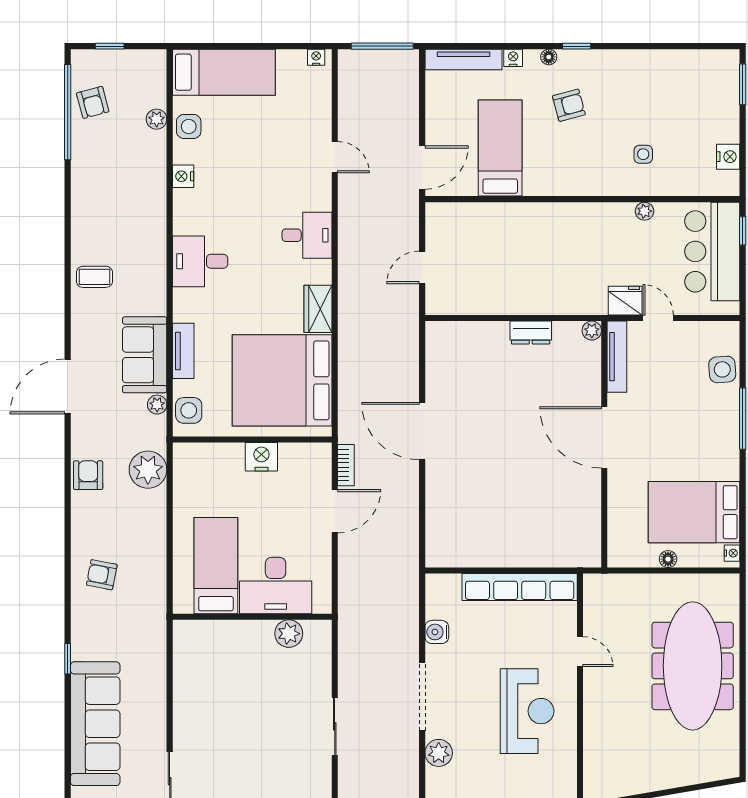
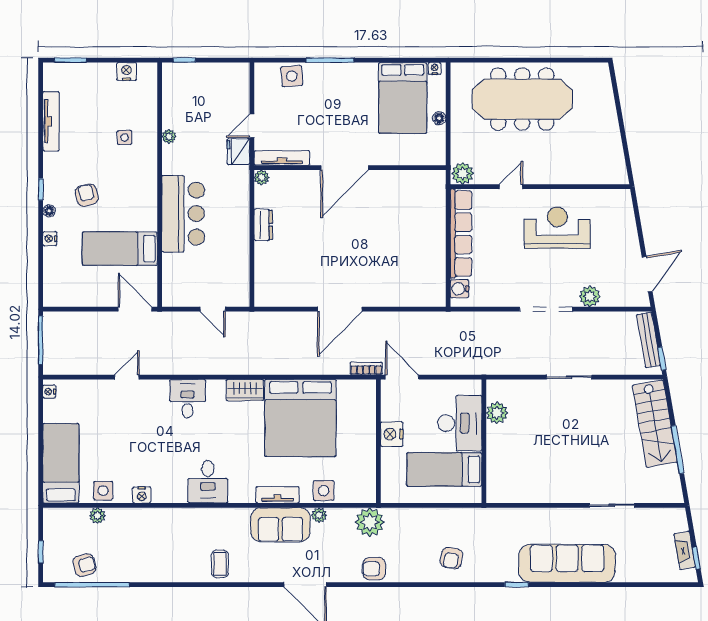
tv unit: (463, 59) -> (51, 121), moved
bar counter: (712, 251) -> (183, 214), moved, turned -90
wall: (252, 439) -> (378, 441), moved
nightstand: (261, 457) -> (392, 434), moved
plant: (597, 589) -> (463, 173), added
water cooler: (437, 632) -> (460, 289), moved, turned 90

